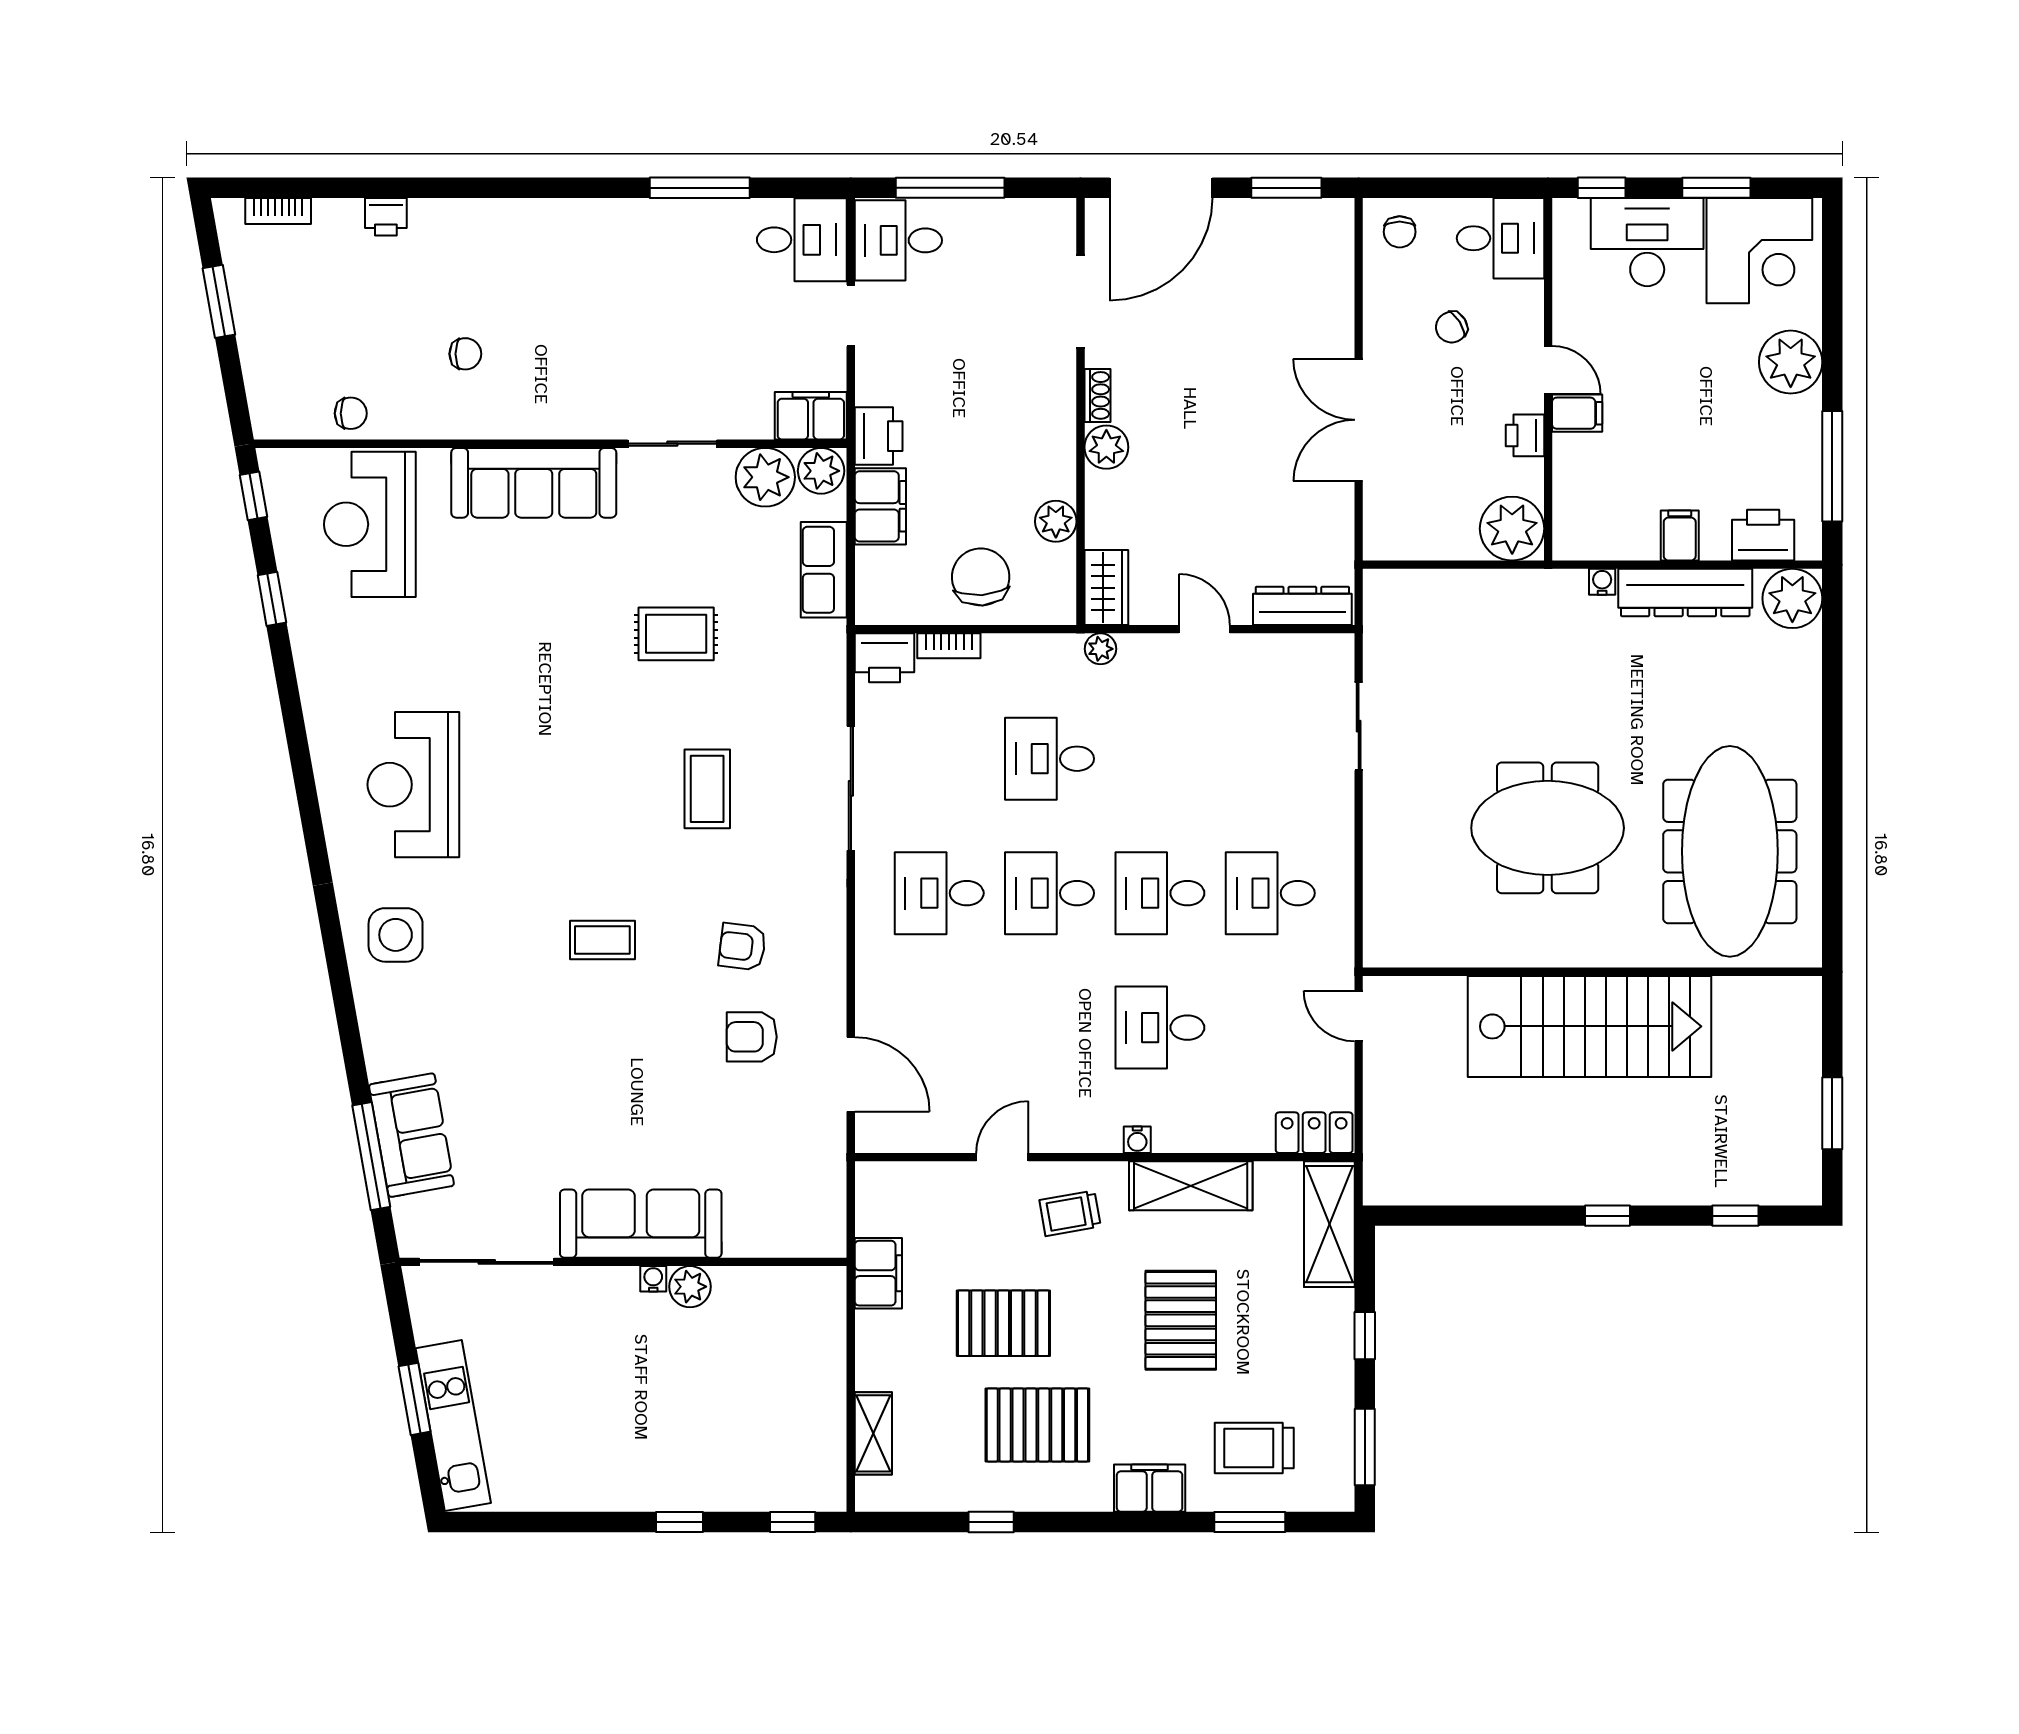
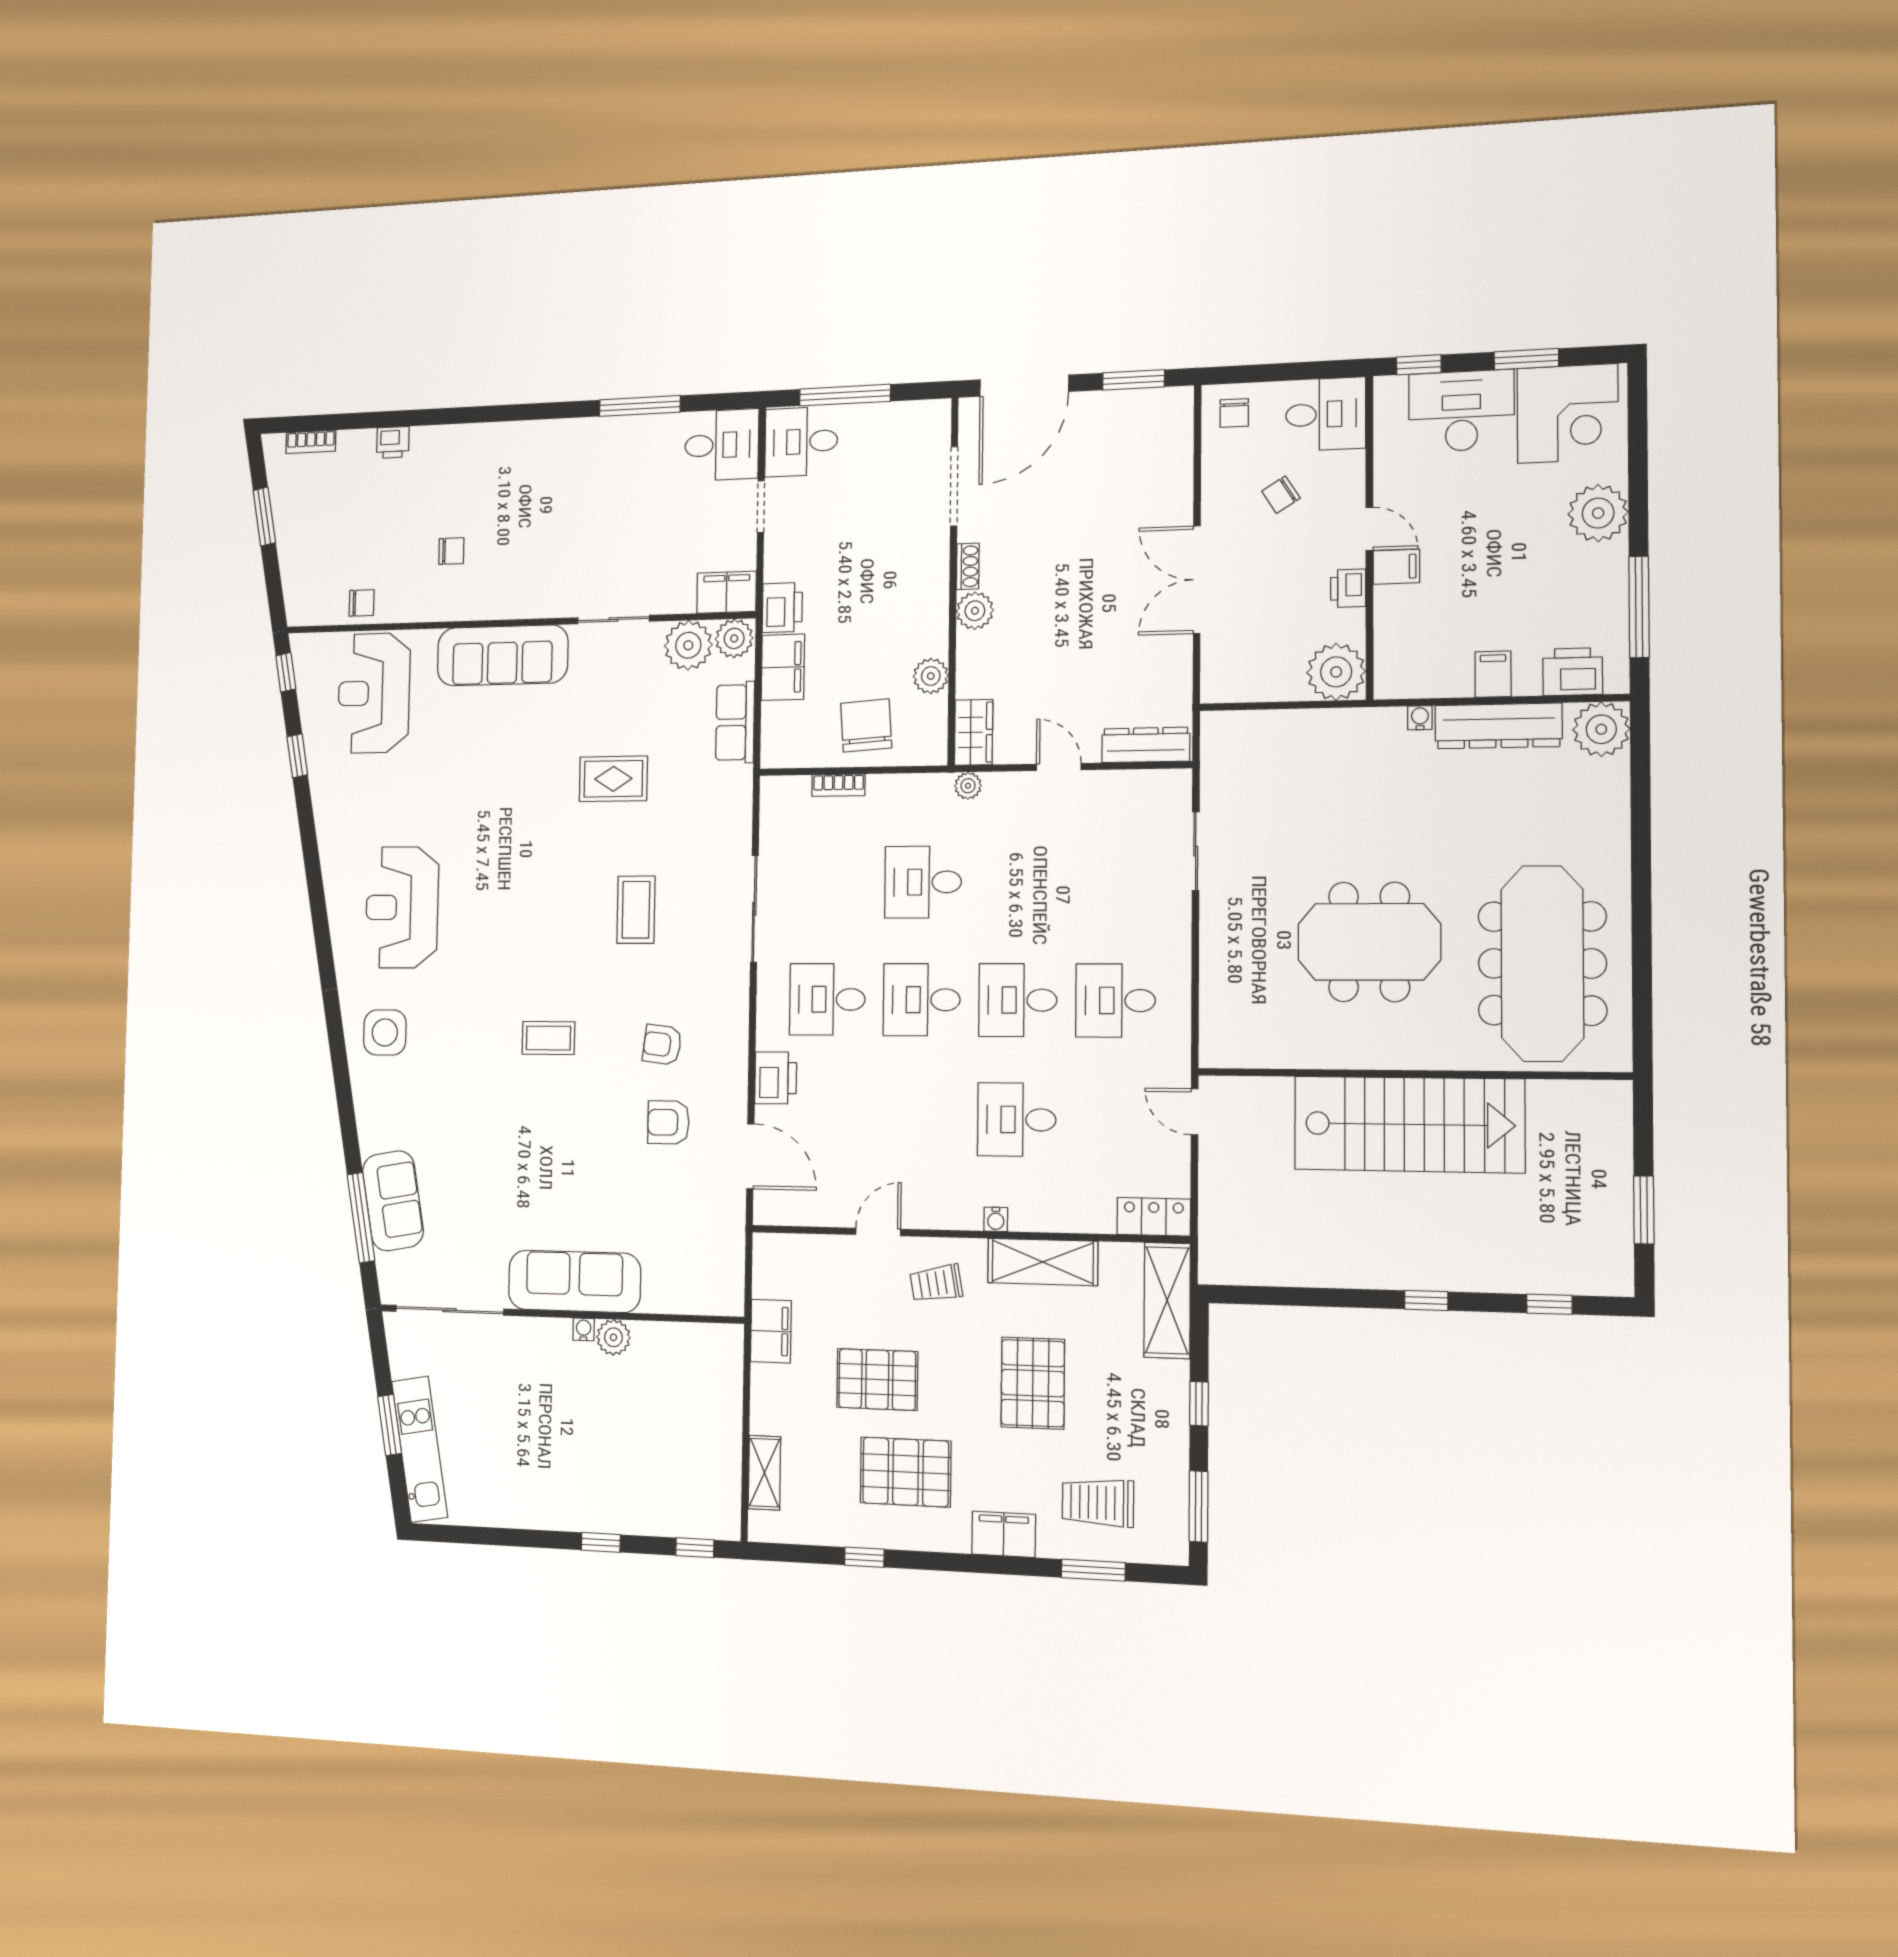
printer: (885, 658) -> (776, 1078), moved, turned -90

